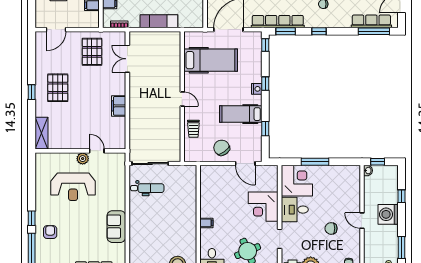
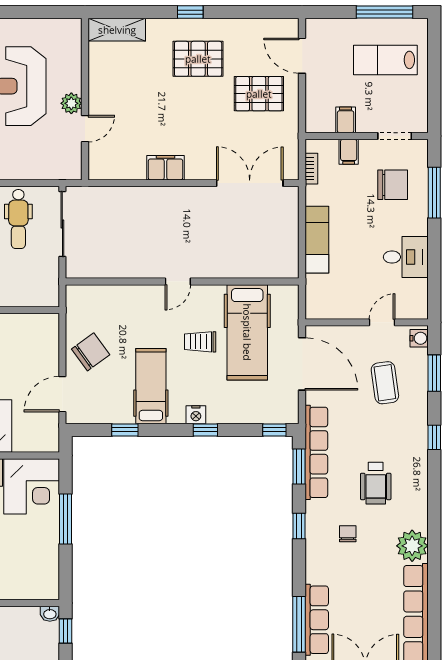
pallet: (92, 52) -> (259, 94), moved
double door: (127, 59) -> (250, 183), width x1.37
trolley: (193, 129) -> (200, 342), moved

